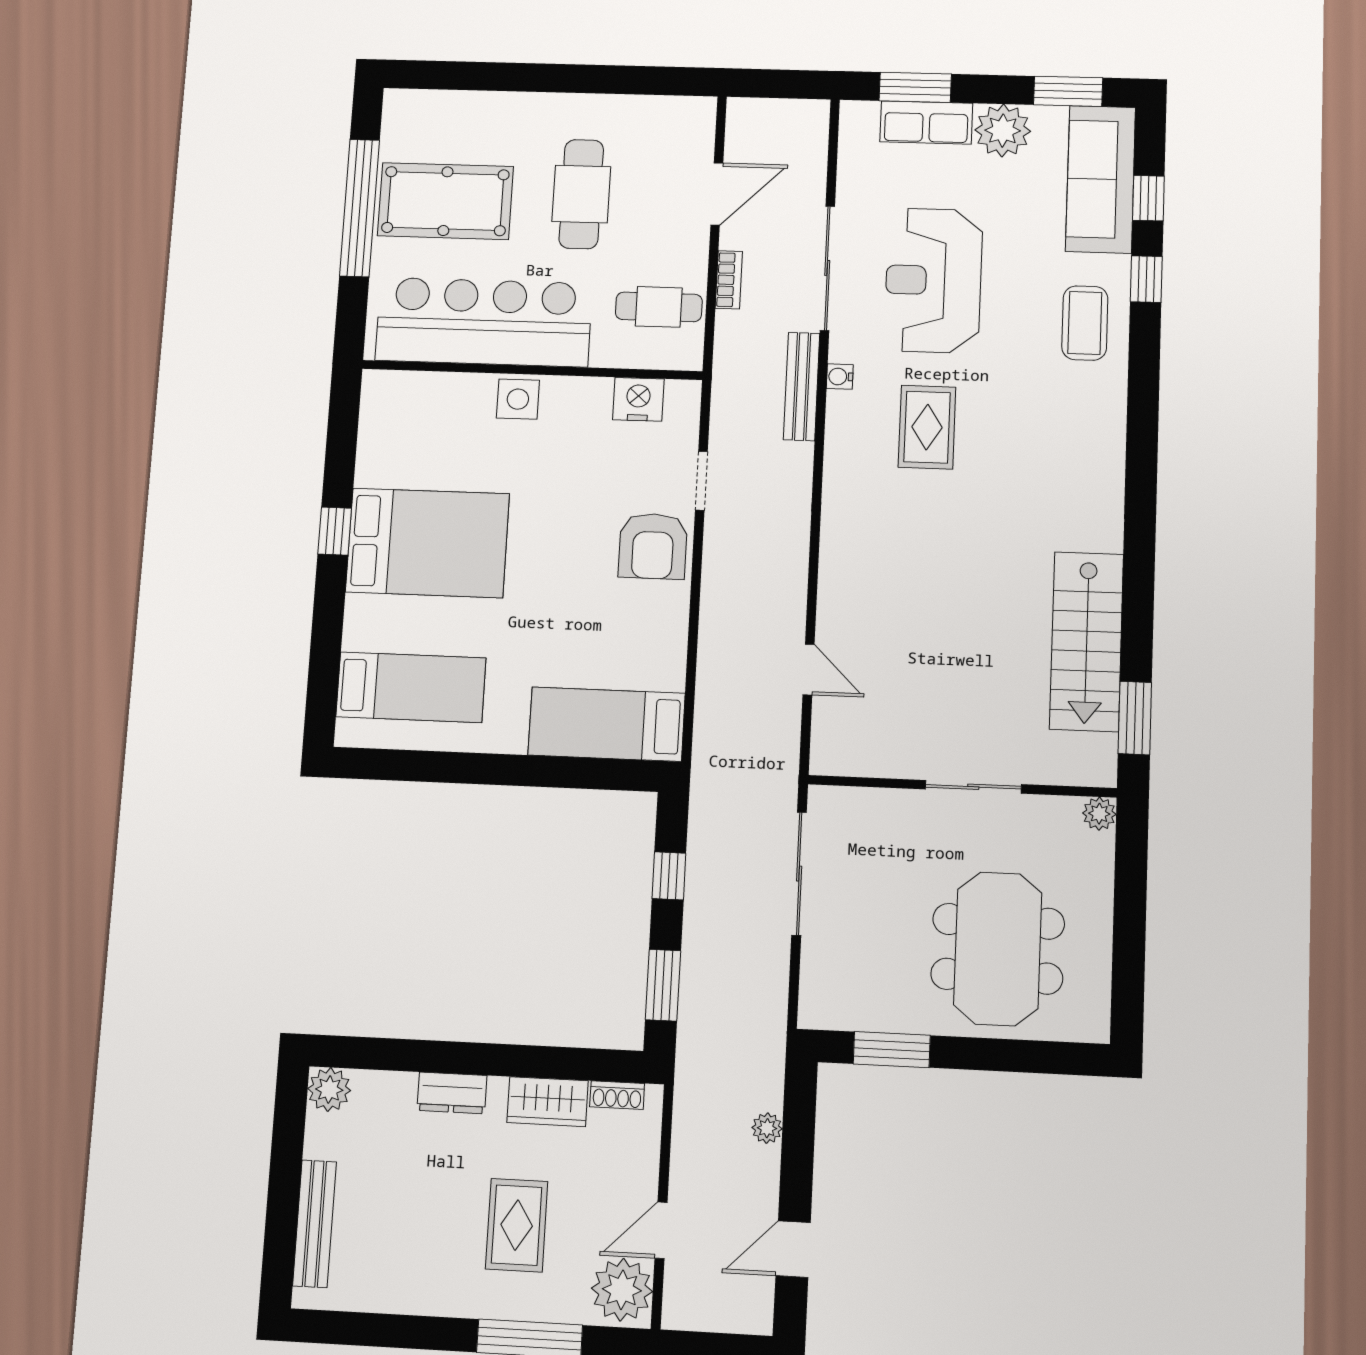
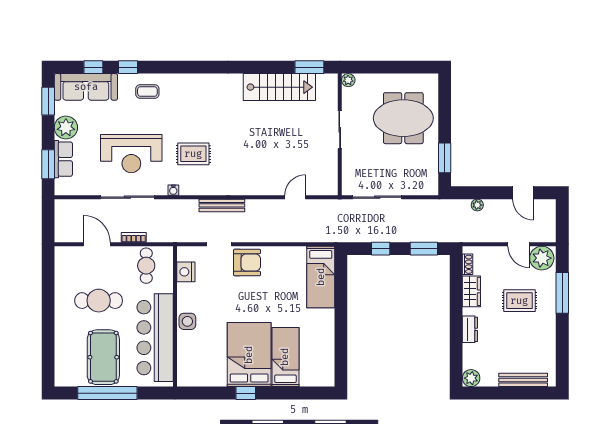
coffee table: (1085, 323) -> (147, 91), width x0.73, depth x0.77
bench: (802, 386) -> (222, 205), moved
bed: (411, 687) -> (285, 357), moved

